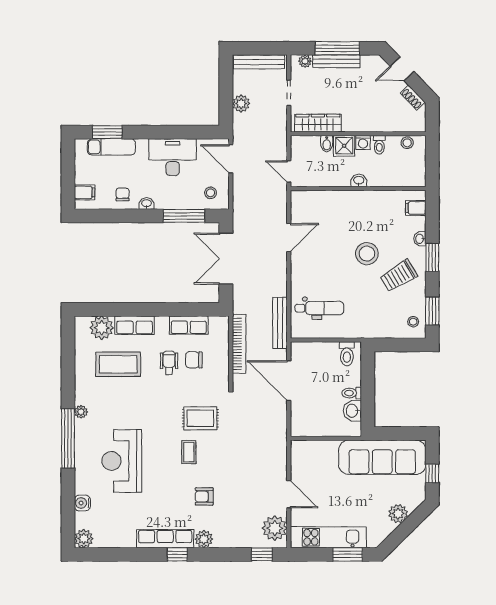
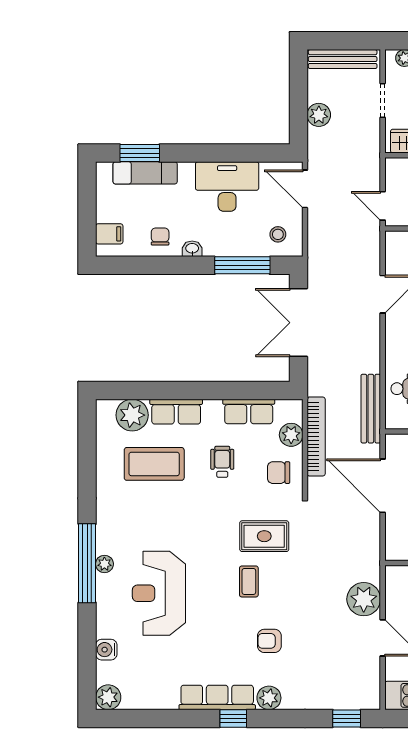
plant: (220, 343) -> (291, 435), added
chair: (194, 360) -> (279, 473), moved
plant: (81, 412) -> (104, 564), moved
plant: (275, 528) -> (364, 599), moved

